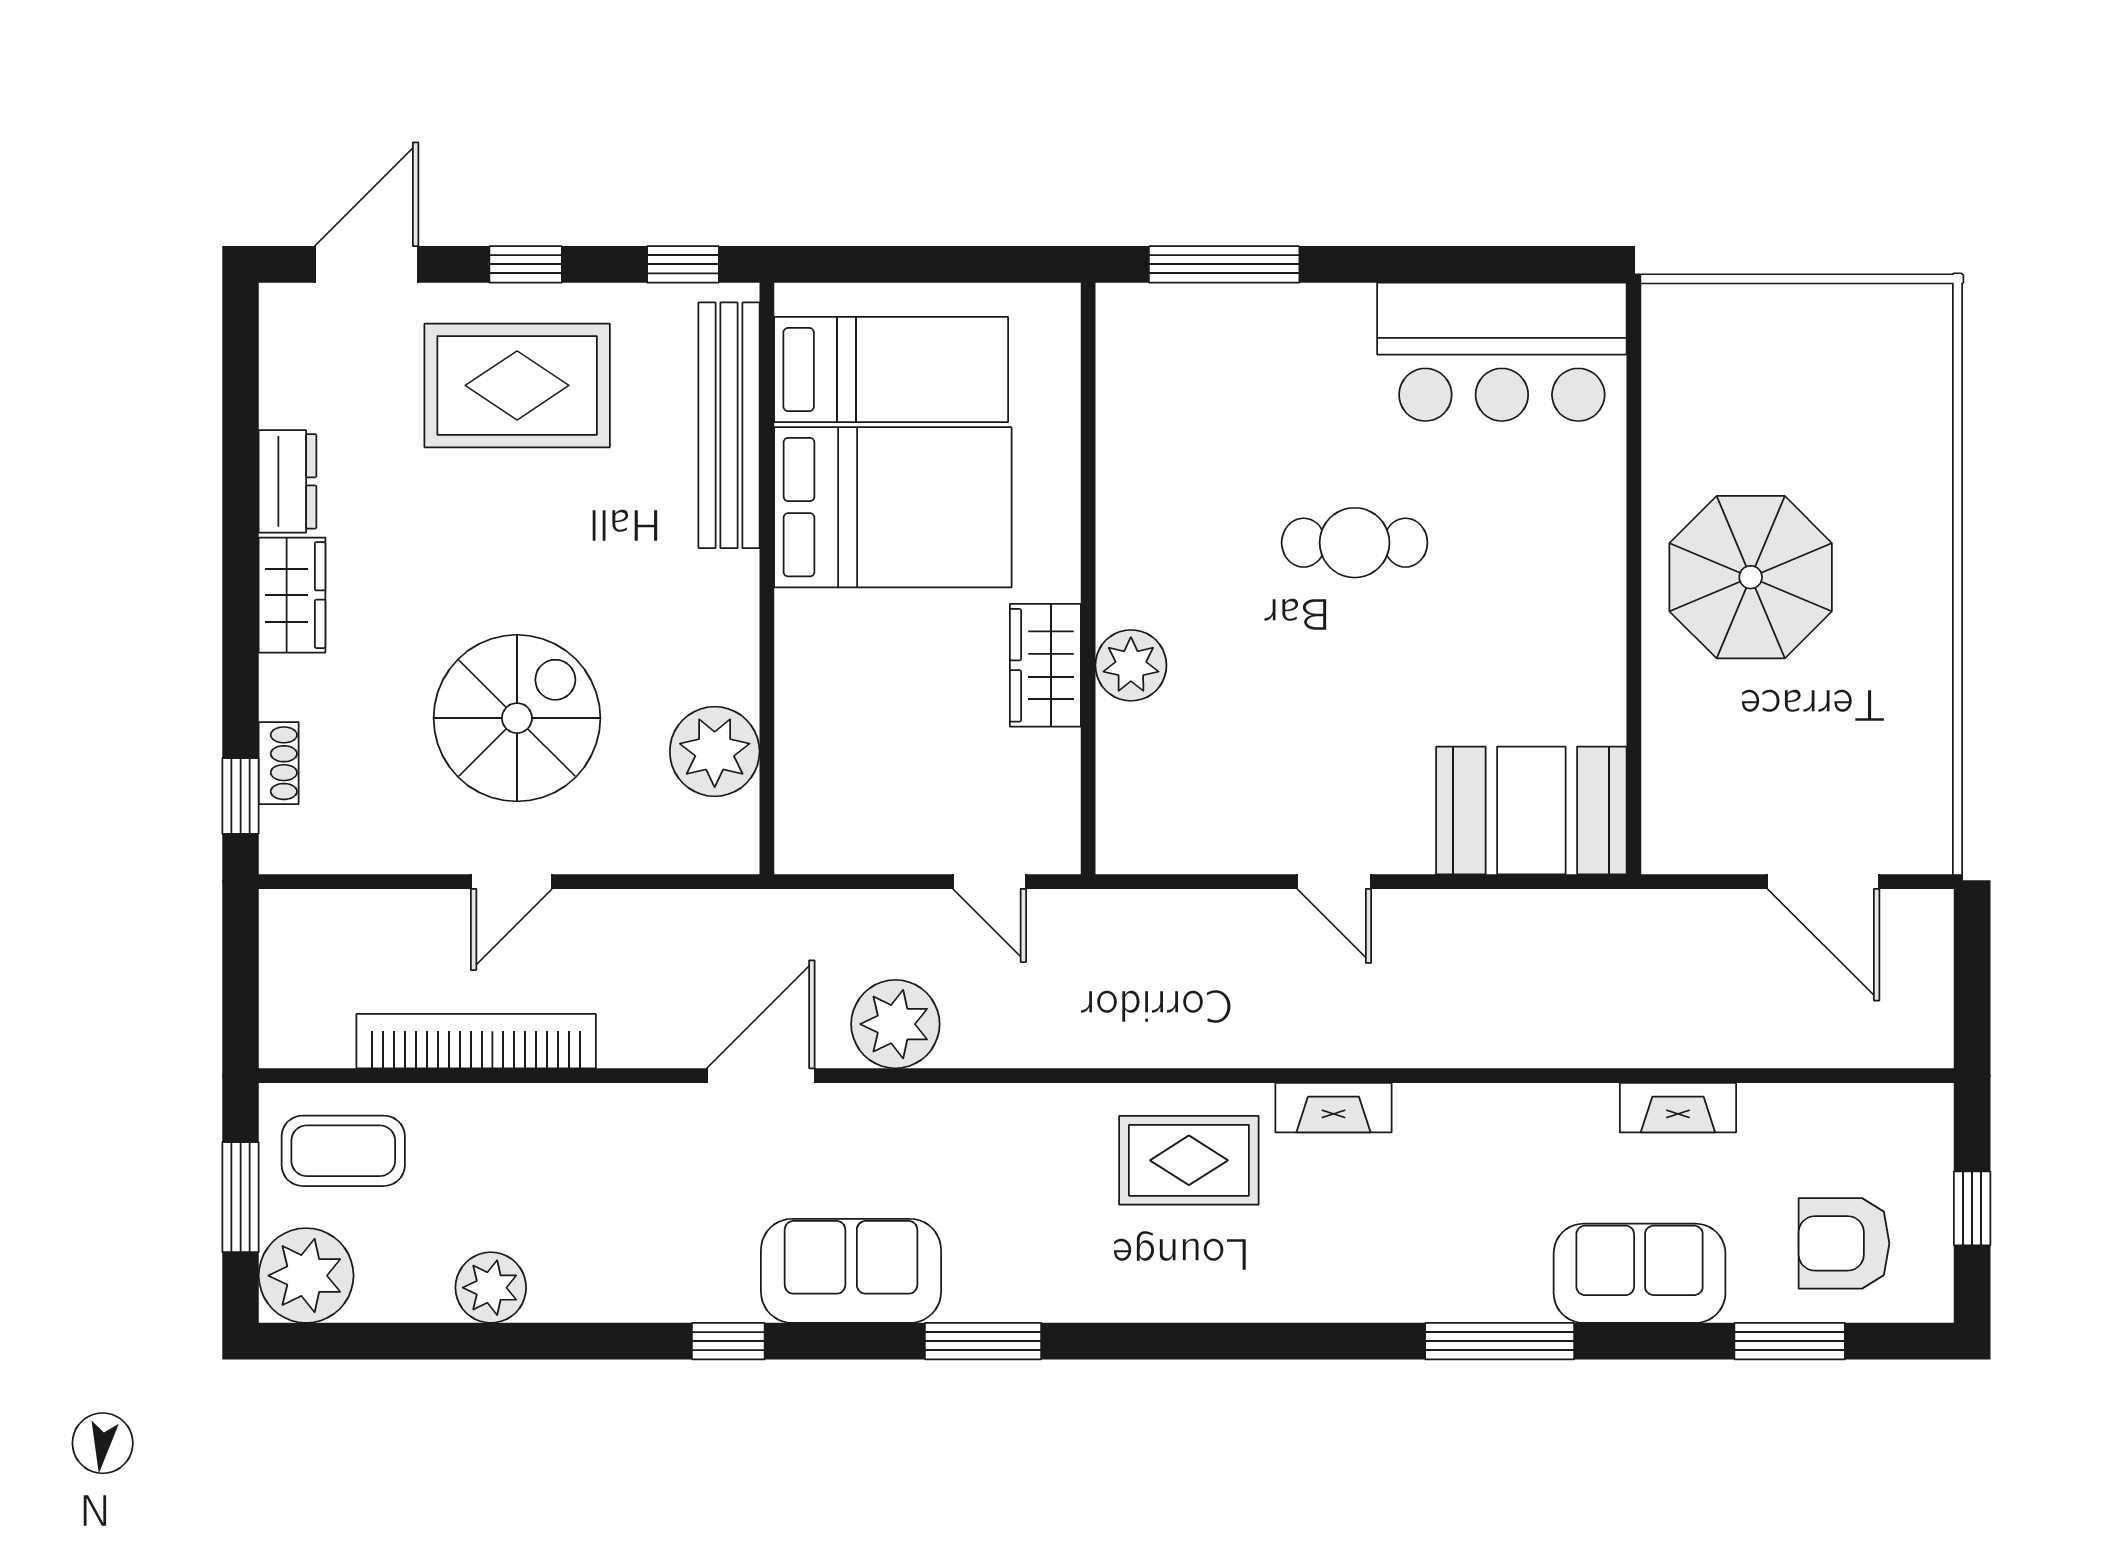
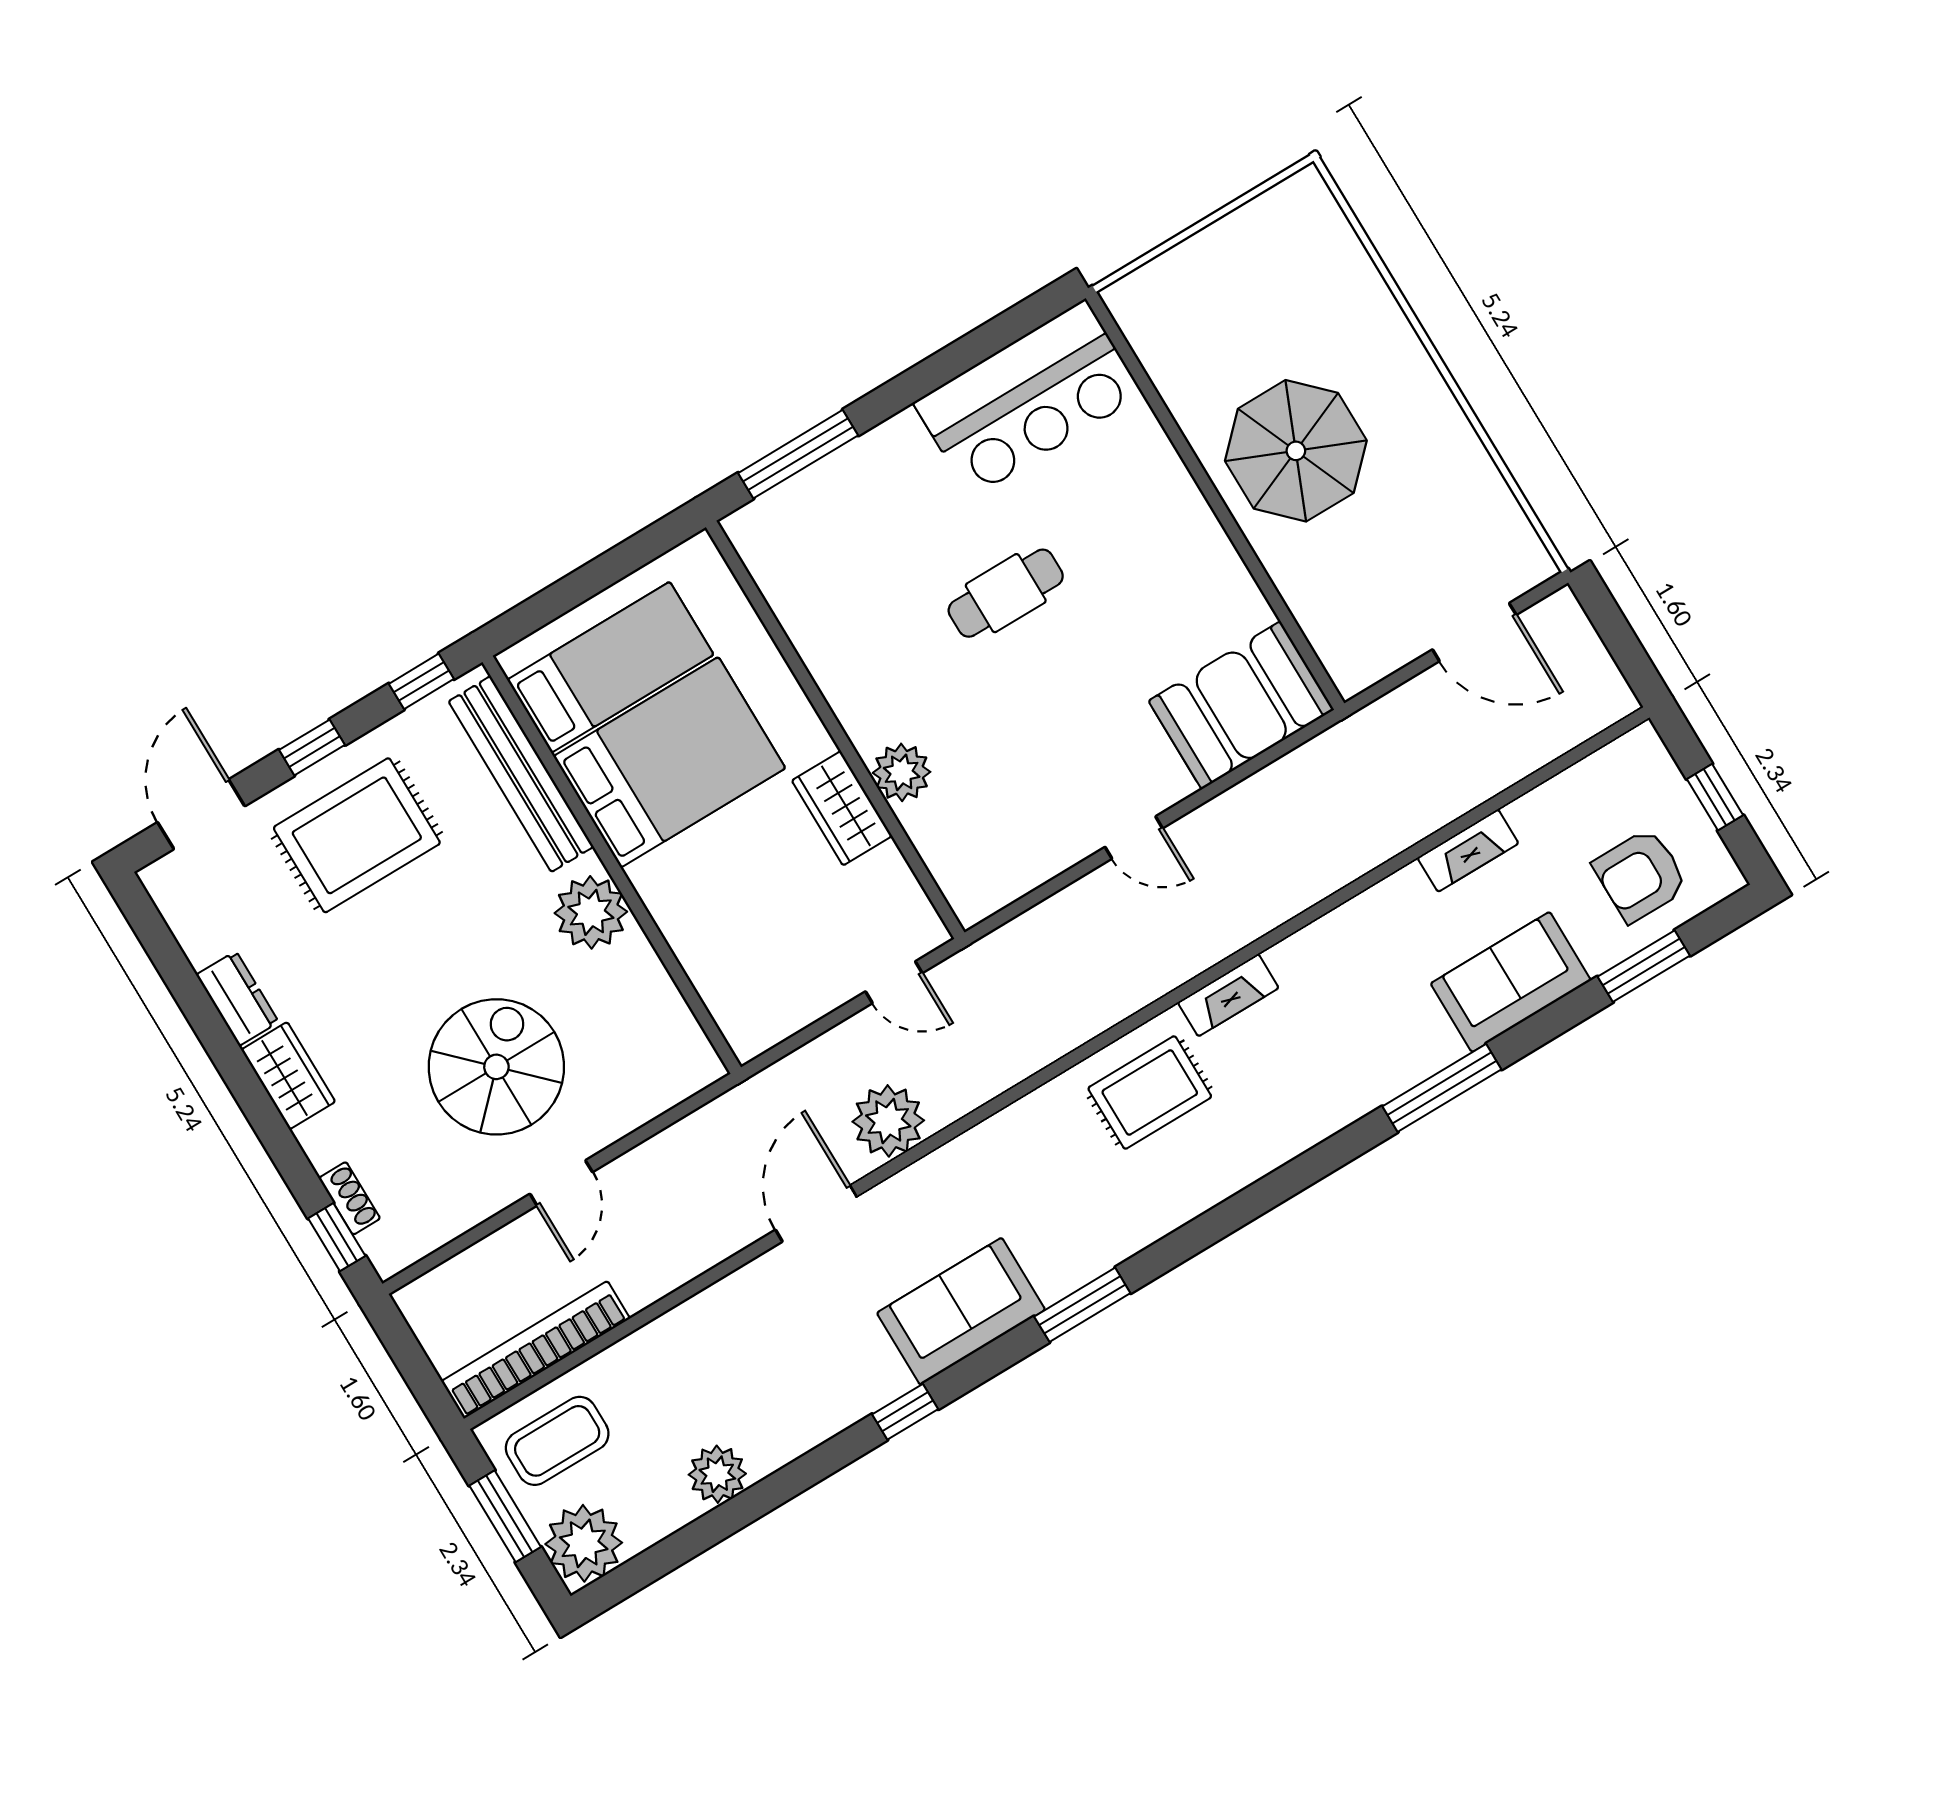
plant: (715, 752) -> (591, 912), moved
bookcase: (476, 1041) -> (536, 1350), moved

